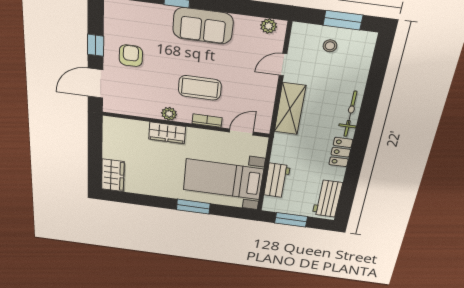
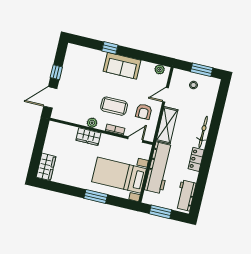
armchair: (131, 56) -> (144, 112), moved, turned 180
workbench: (277, 180) -> (159, 168), width x1.88, depth x1.32

